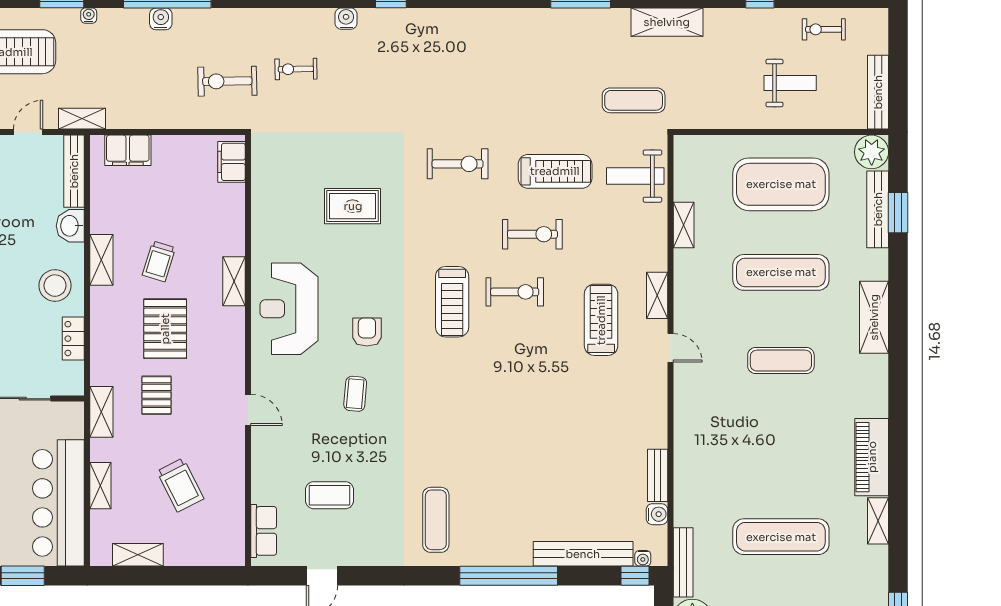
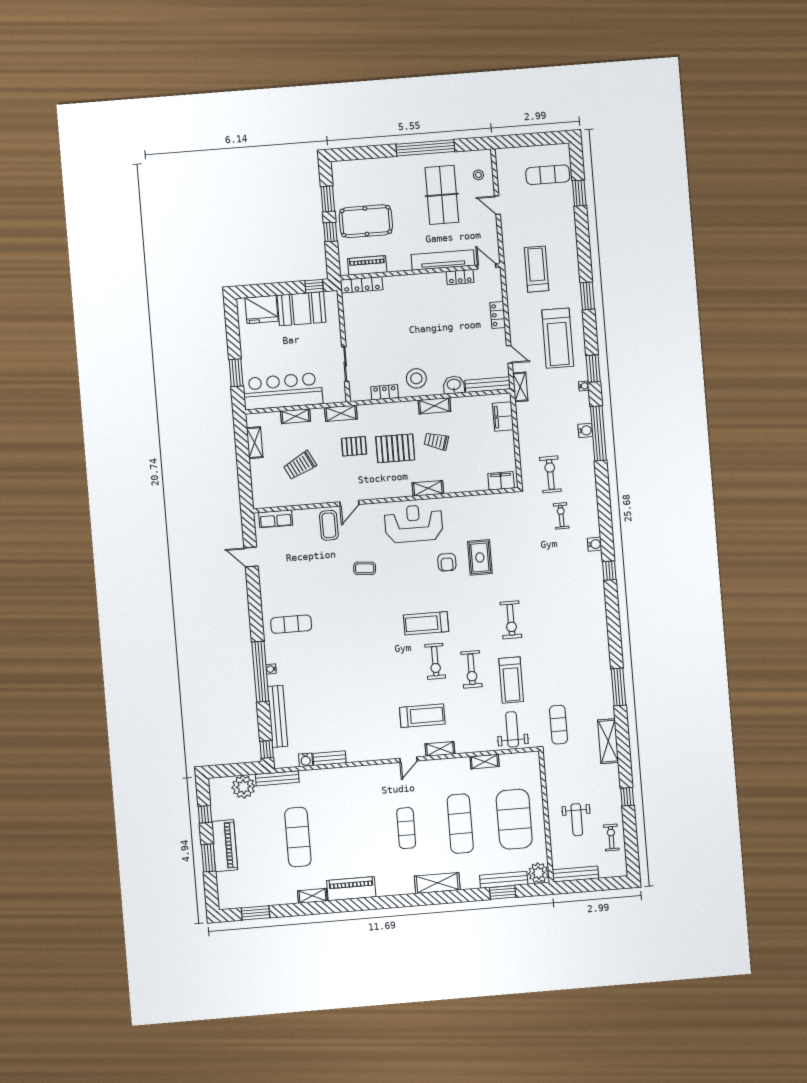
armchair: (367, 332) -> (447, 562), moved, turned 90
coffee table: (330, 495) -> (329, 525), moved
water cooler: (643, 558) -> (271, 669), moved

